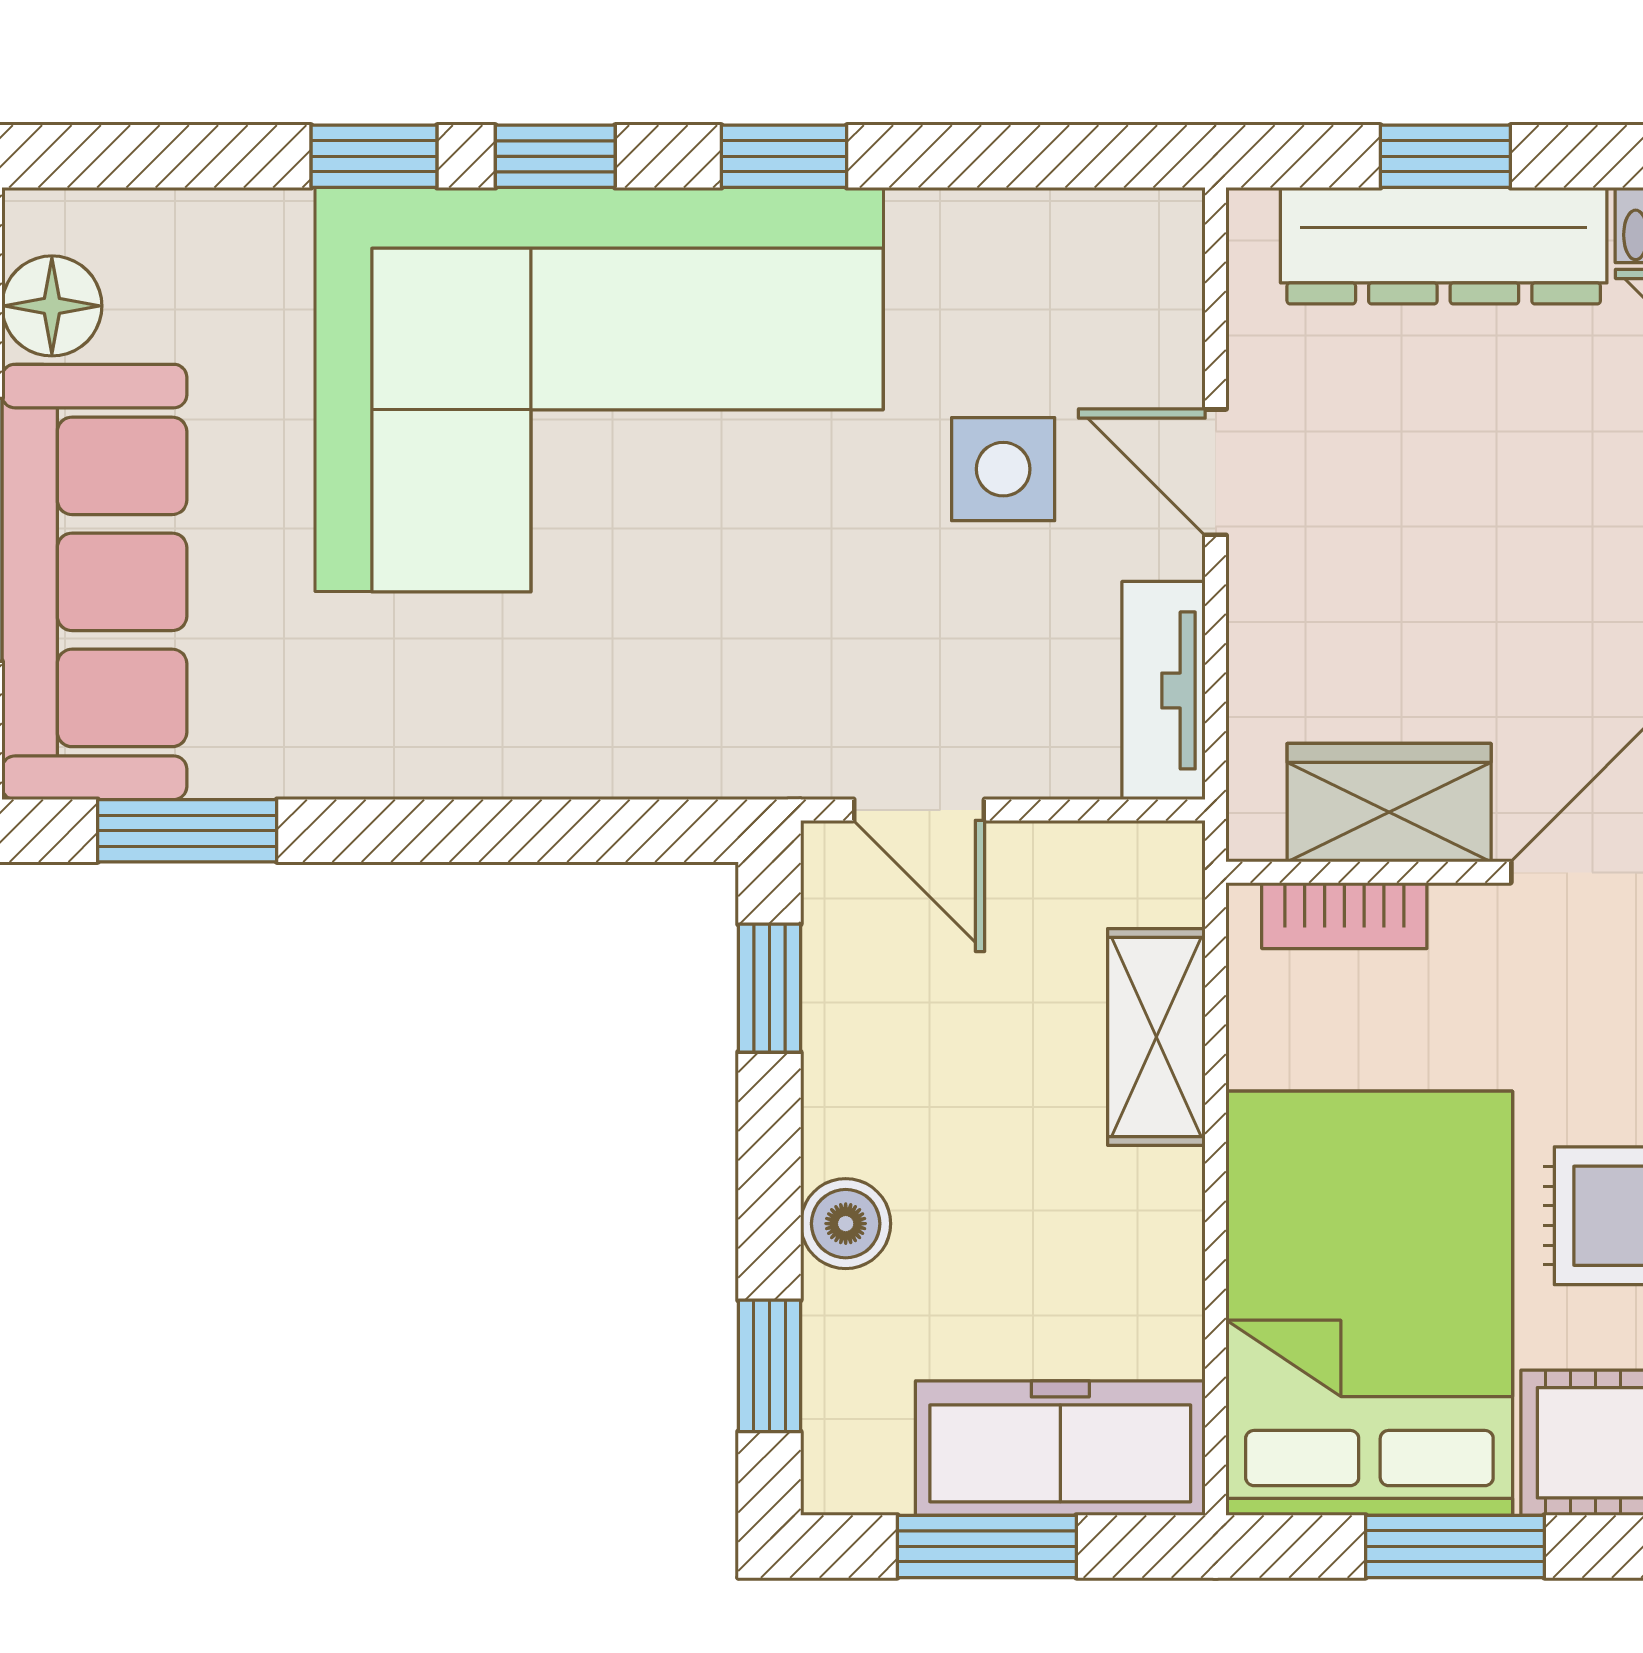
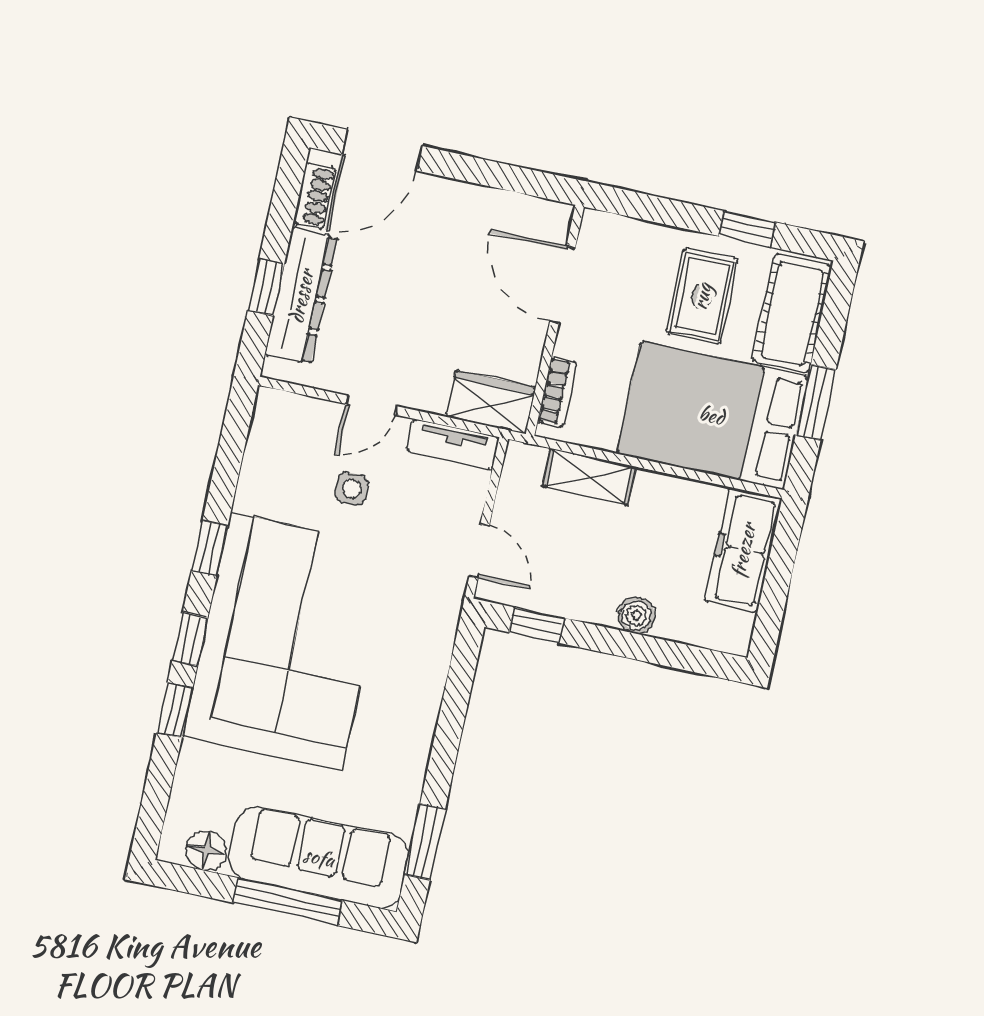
side table: (1003, 469) -> (352, 489), width x0.73, depth x0.73
wardrobe: (1389, 803) -> (491, 402), moved, turned 90
door: (919, 810) -> (479, 551), hinge flipped
window: (769, 1366) -> (686, 657), removed
window: (987, 1546) -> (776, 587), removed

